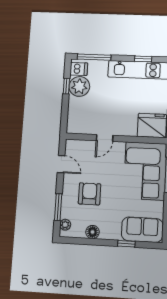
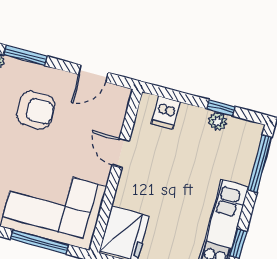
dishwasher: (79, 69) -> (166, 113), moved
plant: (79, 86) -> (218, 121), width x0.53, depth x0.53

